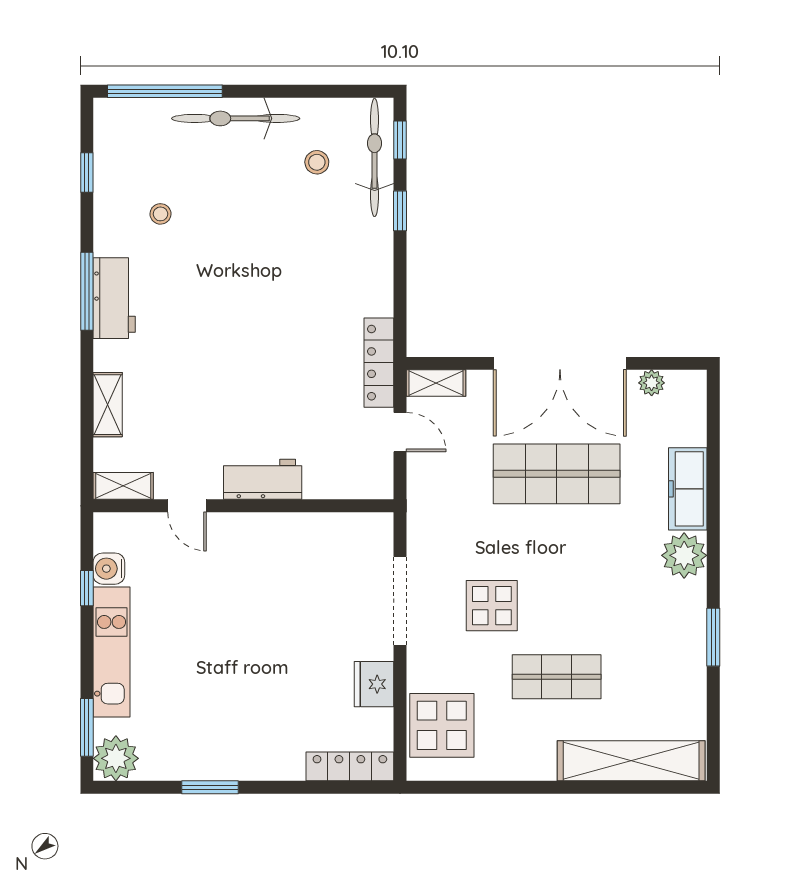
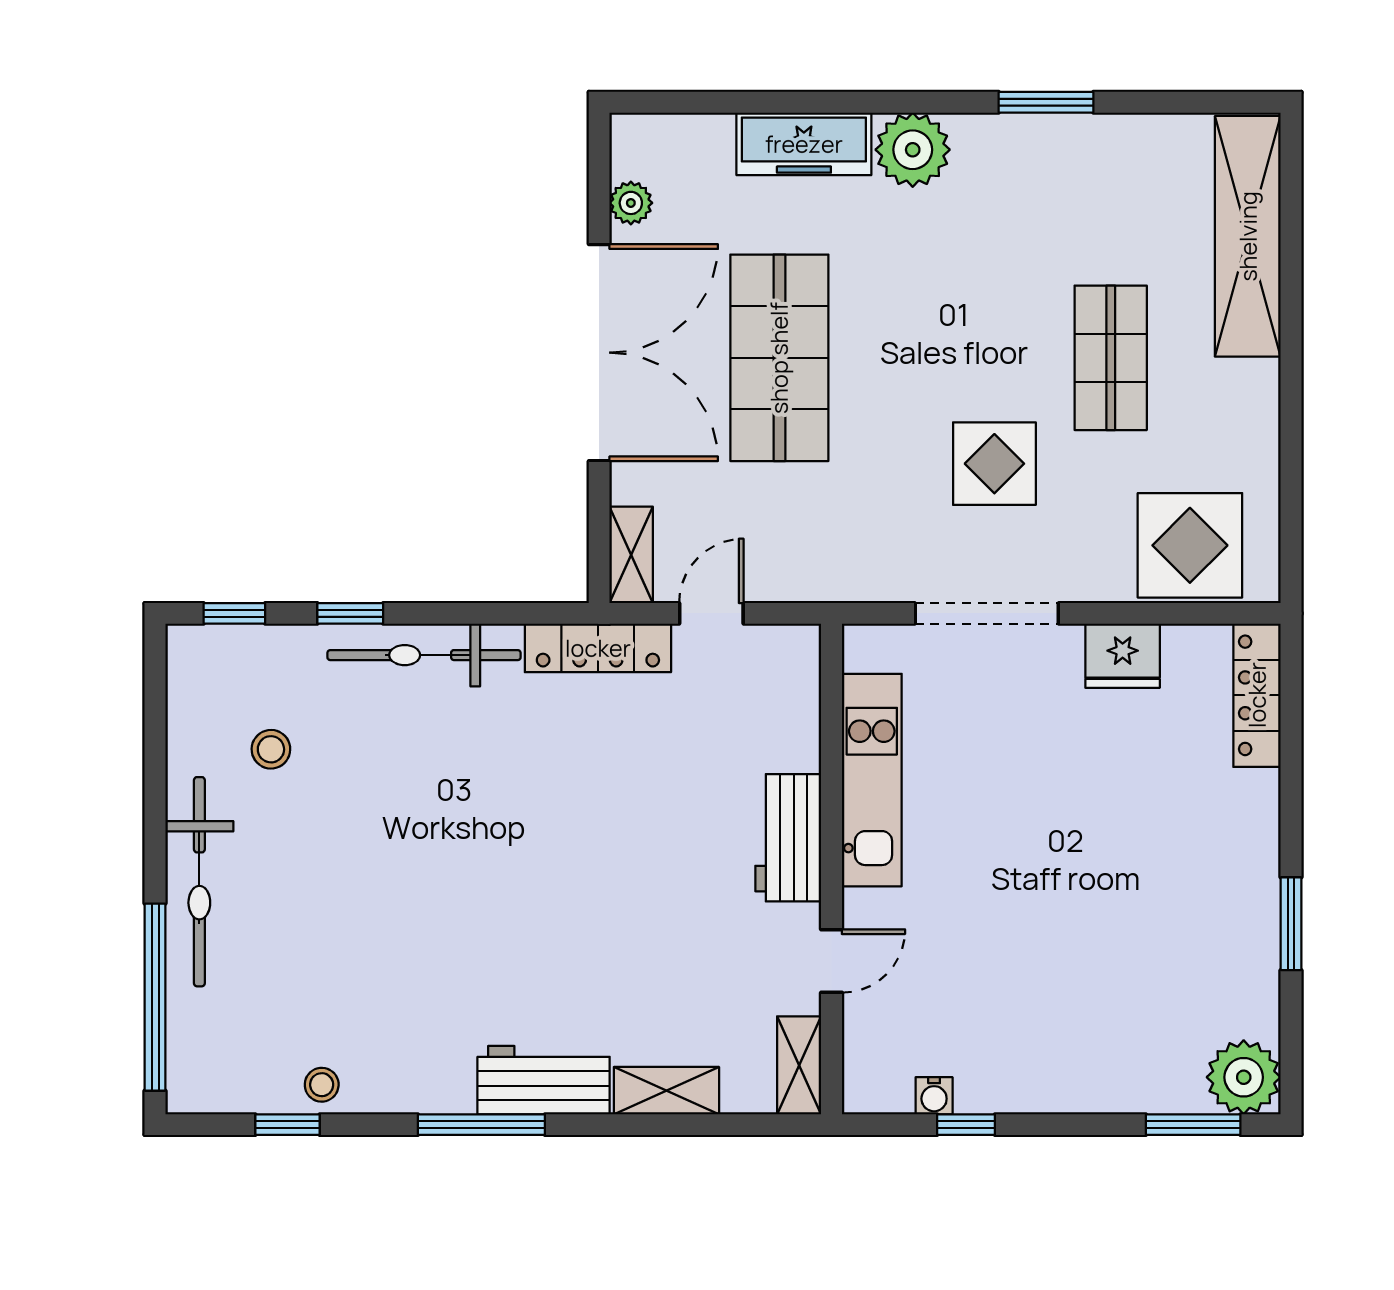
bicycle: (375, 157) -> (424, 655), moved
stool: (161, 214) -> (322, 1085), moved
workbench: (114, 298) -> (544, 1080), moved
water cooler: (109, 569) -> (934, 1096), width x0.72, depth x0.72
kitchen unit: (112, 652) -> (872, 780), moved, turned 90

